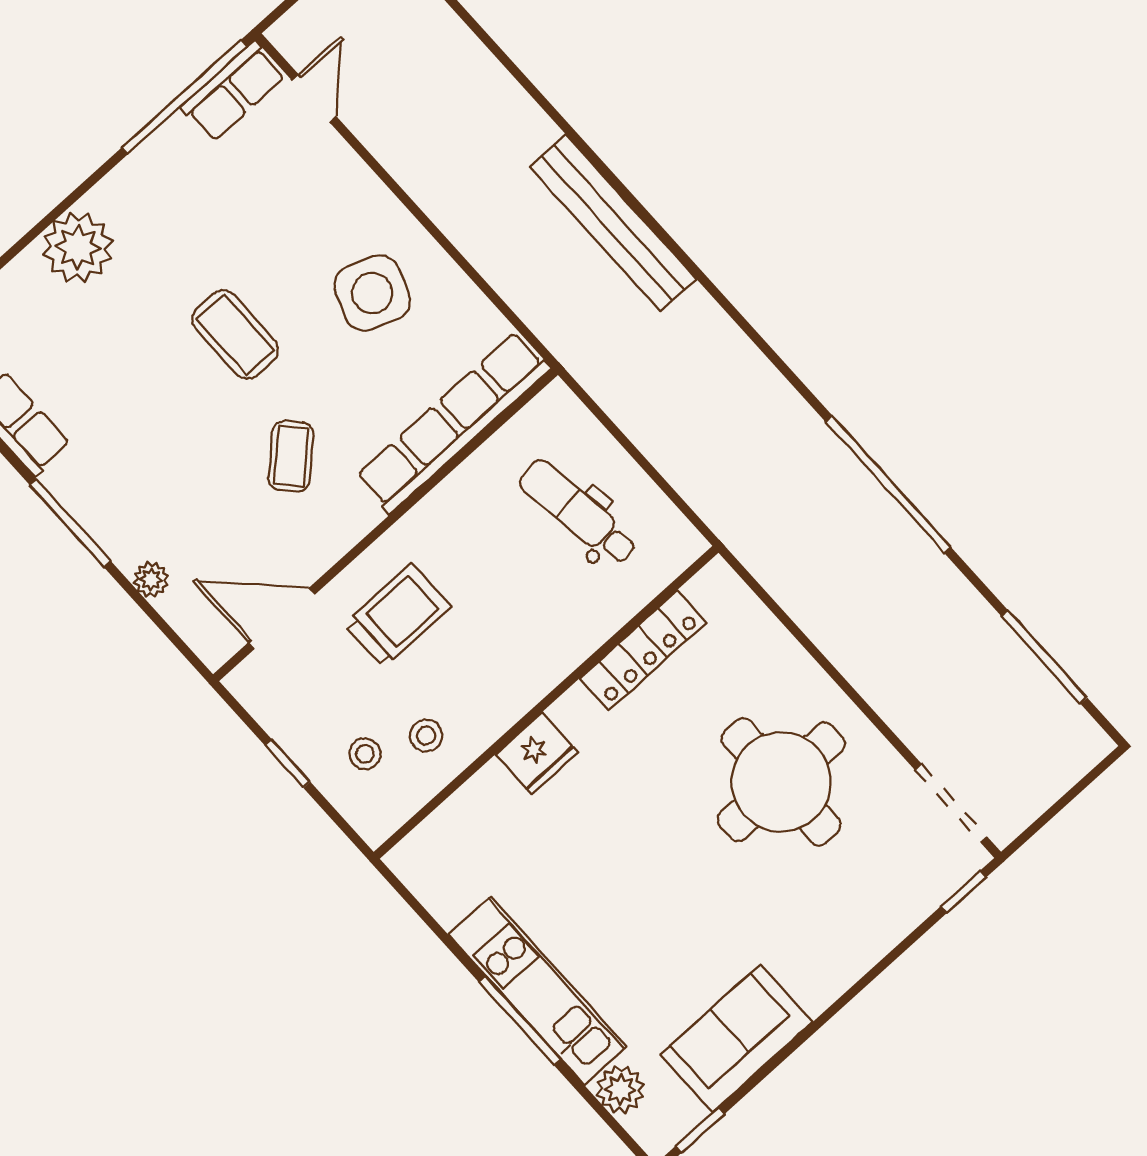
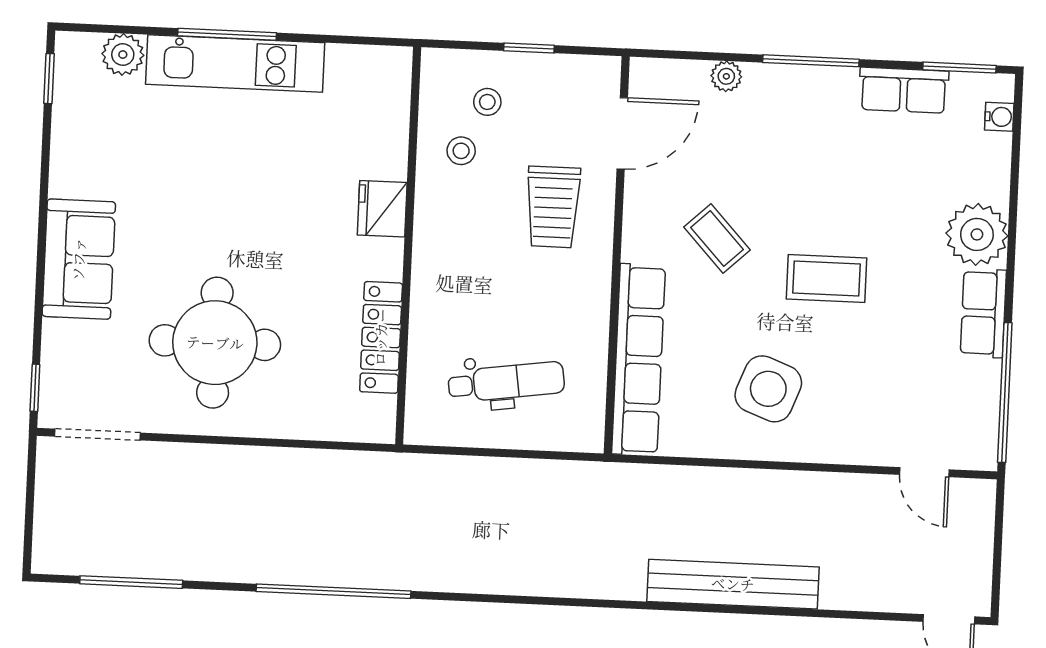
row of seats: (233, 91) -> (983, 313), moved
bench: (613, 223) -> (733, 584), moved
sofa: (736, 1038) -> (79, 259), moved

